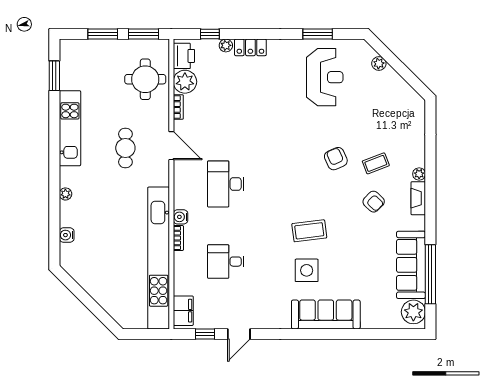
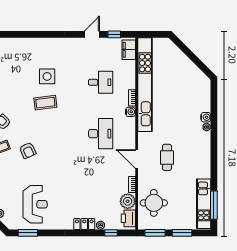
window: (318, 34) -> (28, 233), moved
window: (54, 76) -> (214, 205), width x1.44
reception desk: (325, 77) -> (35, 204), turned 180
kitchen unit: (70, 128) -> (204, 204), moved
water cooler: (67, 235) -> (206, 117), moved
sofa: (326, 314) -> (34, 47), removed

